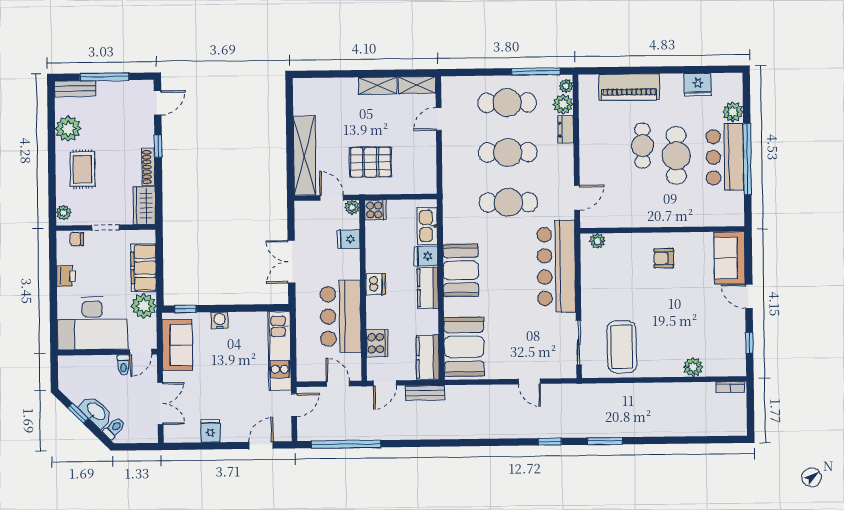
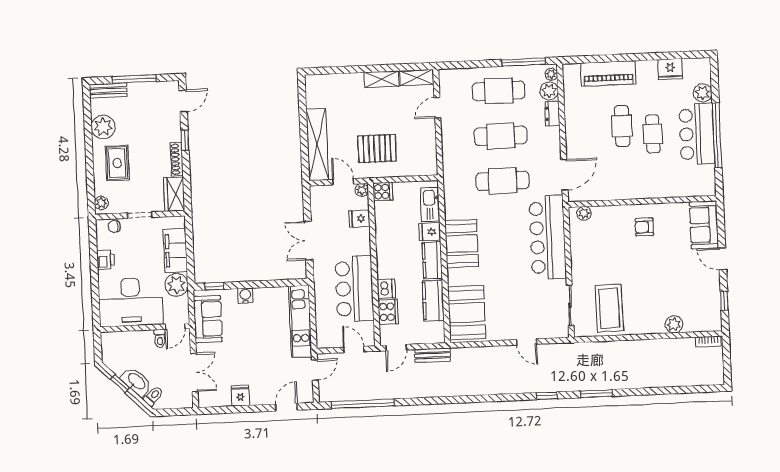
cafe table: (676, 156) -> (653, 134), width x0.73, depth x0.74
door: (577, 198) -> (564, 175), width x1.37
dishwasher: (376, 284) -> (386, 289), moved
kitchen counter: (428, 358) -> (433, 301), moved

